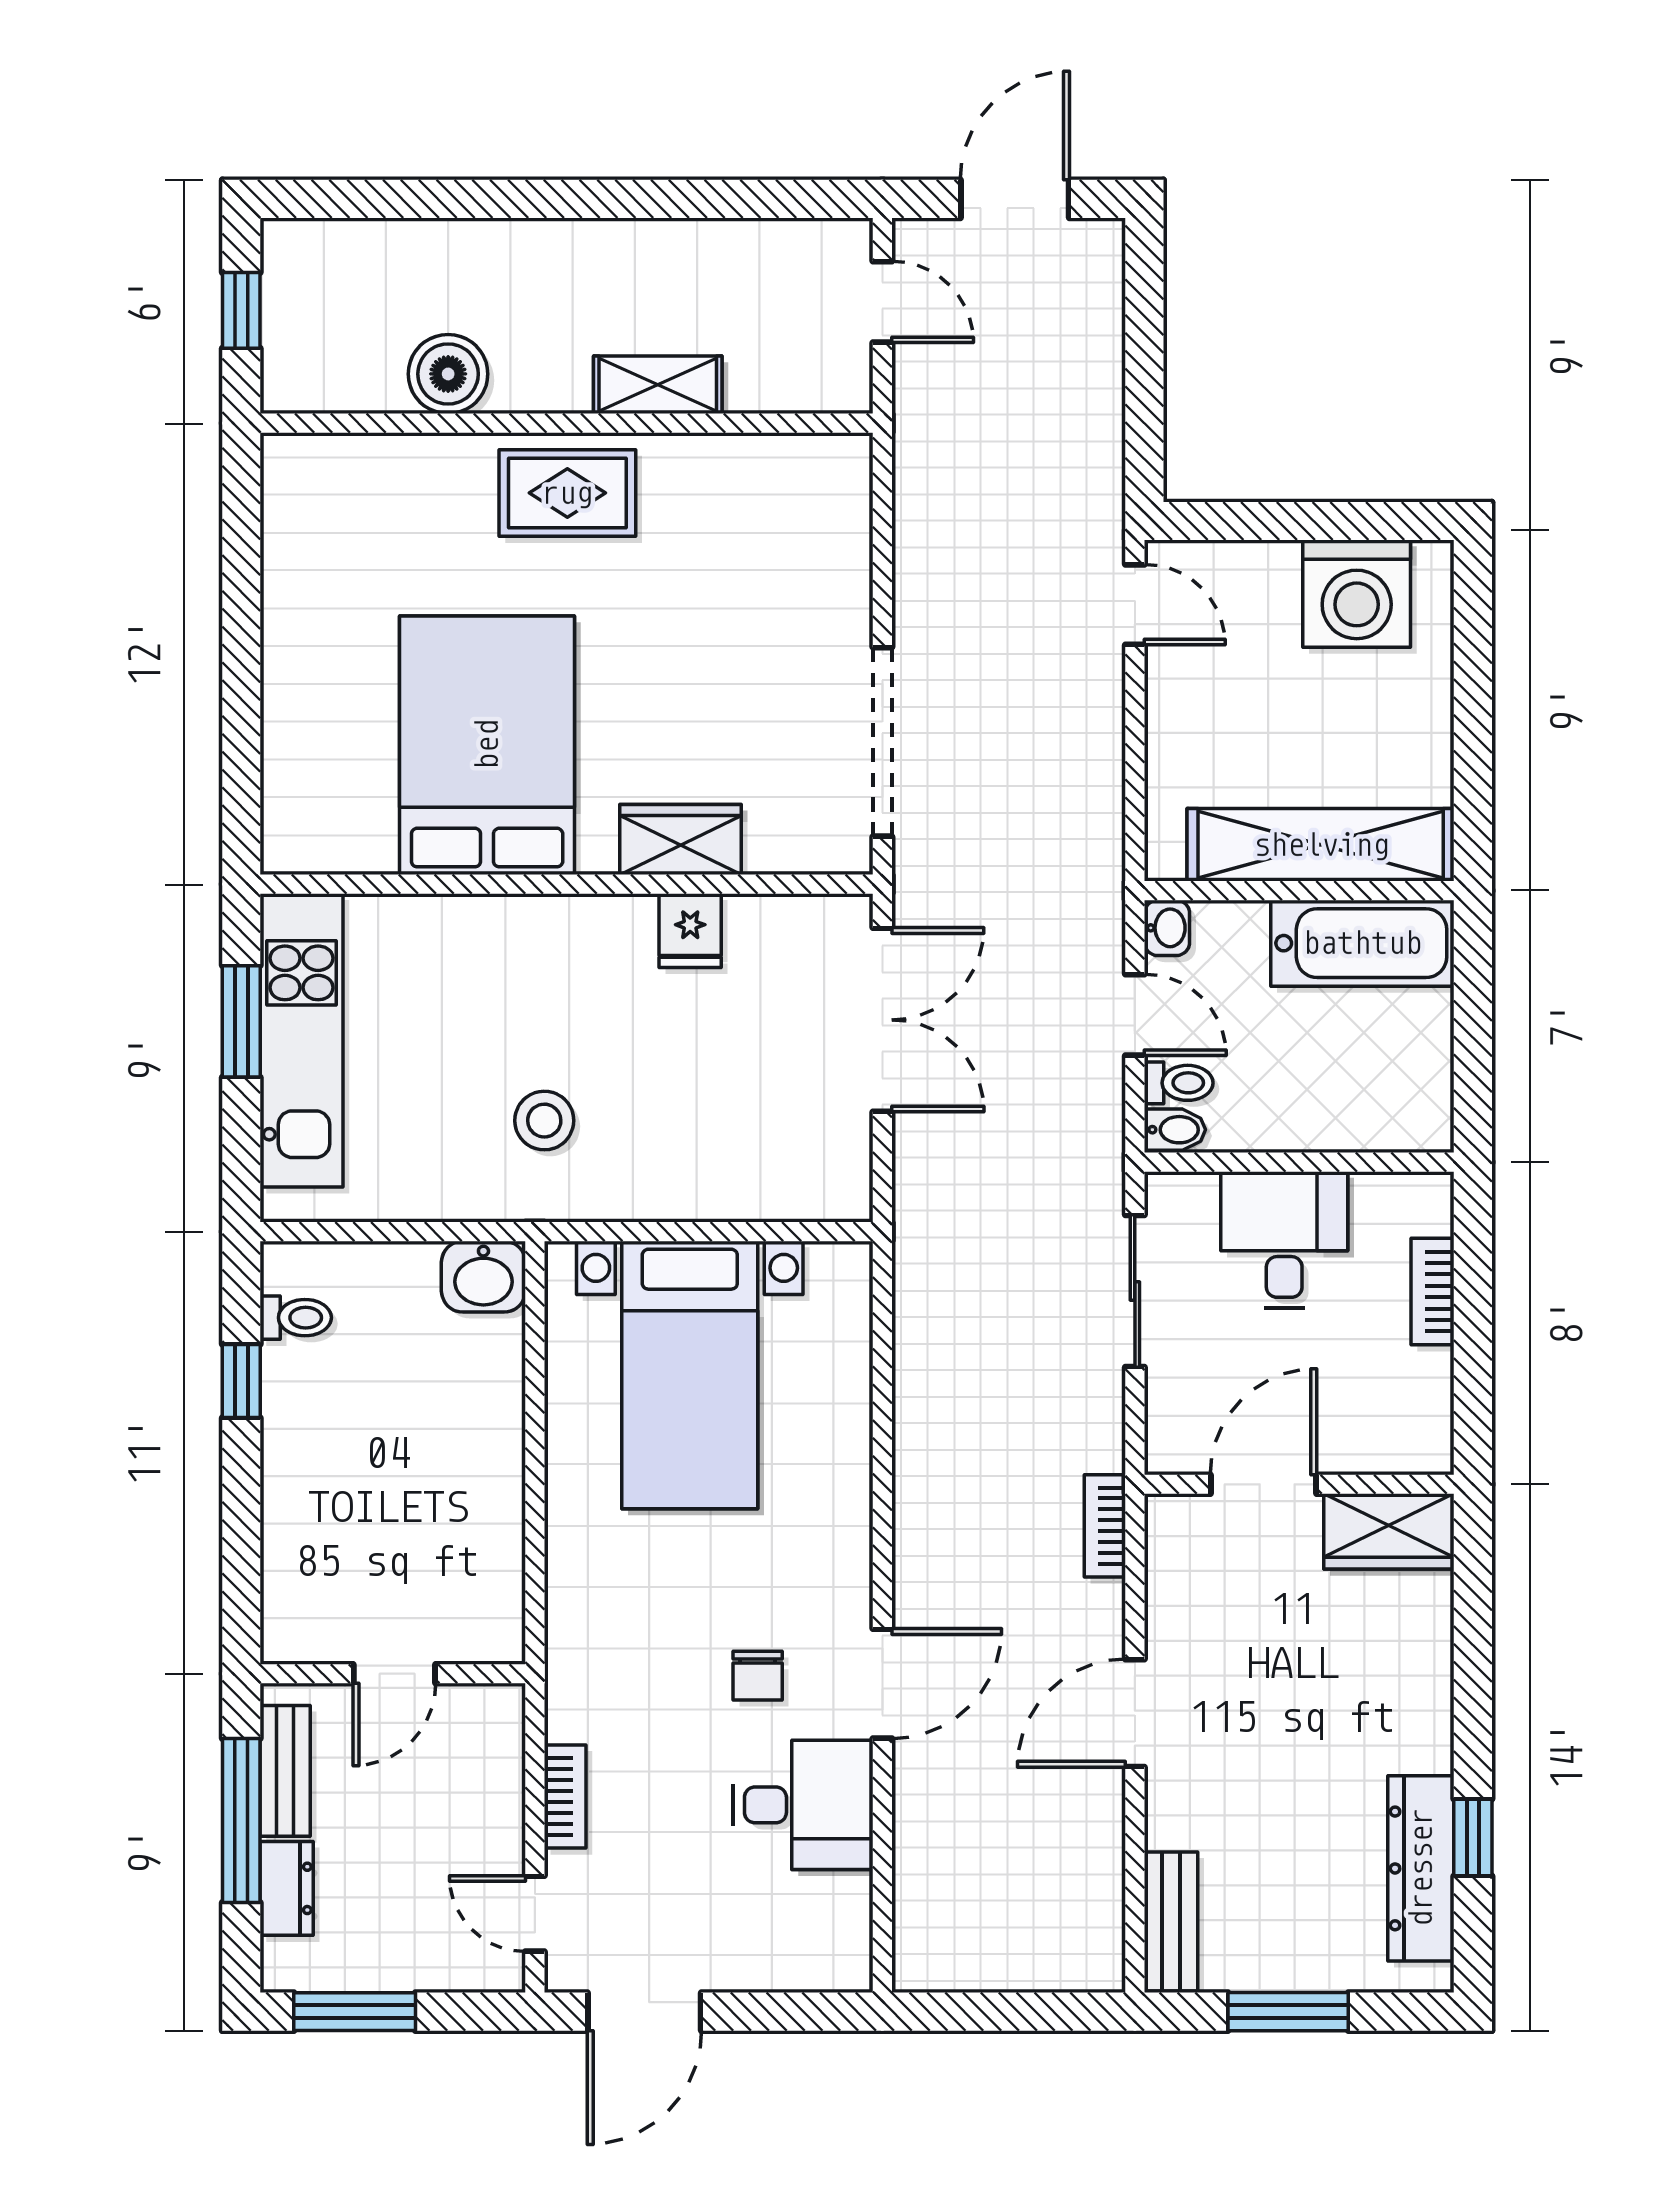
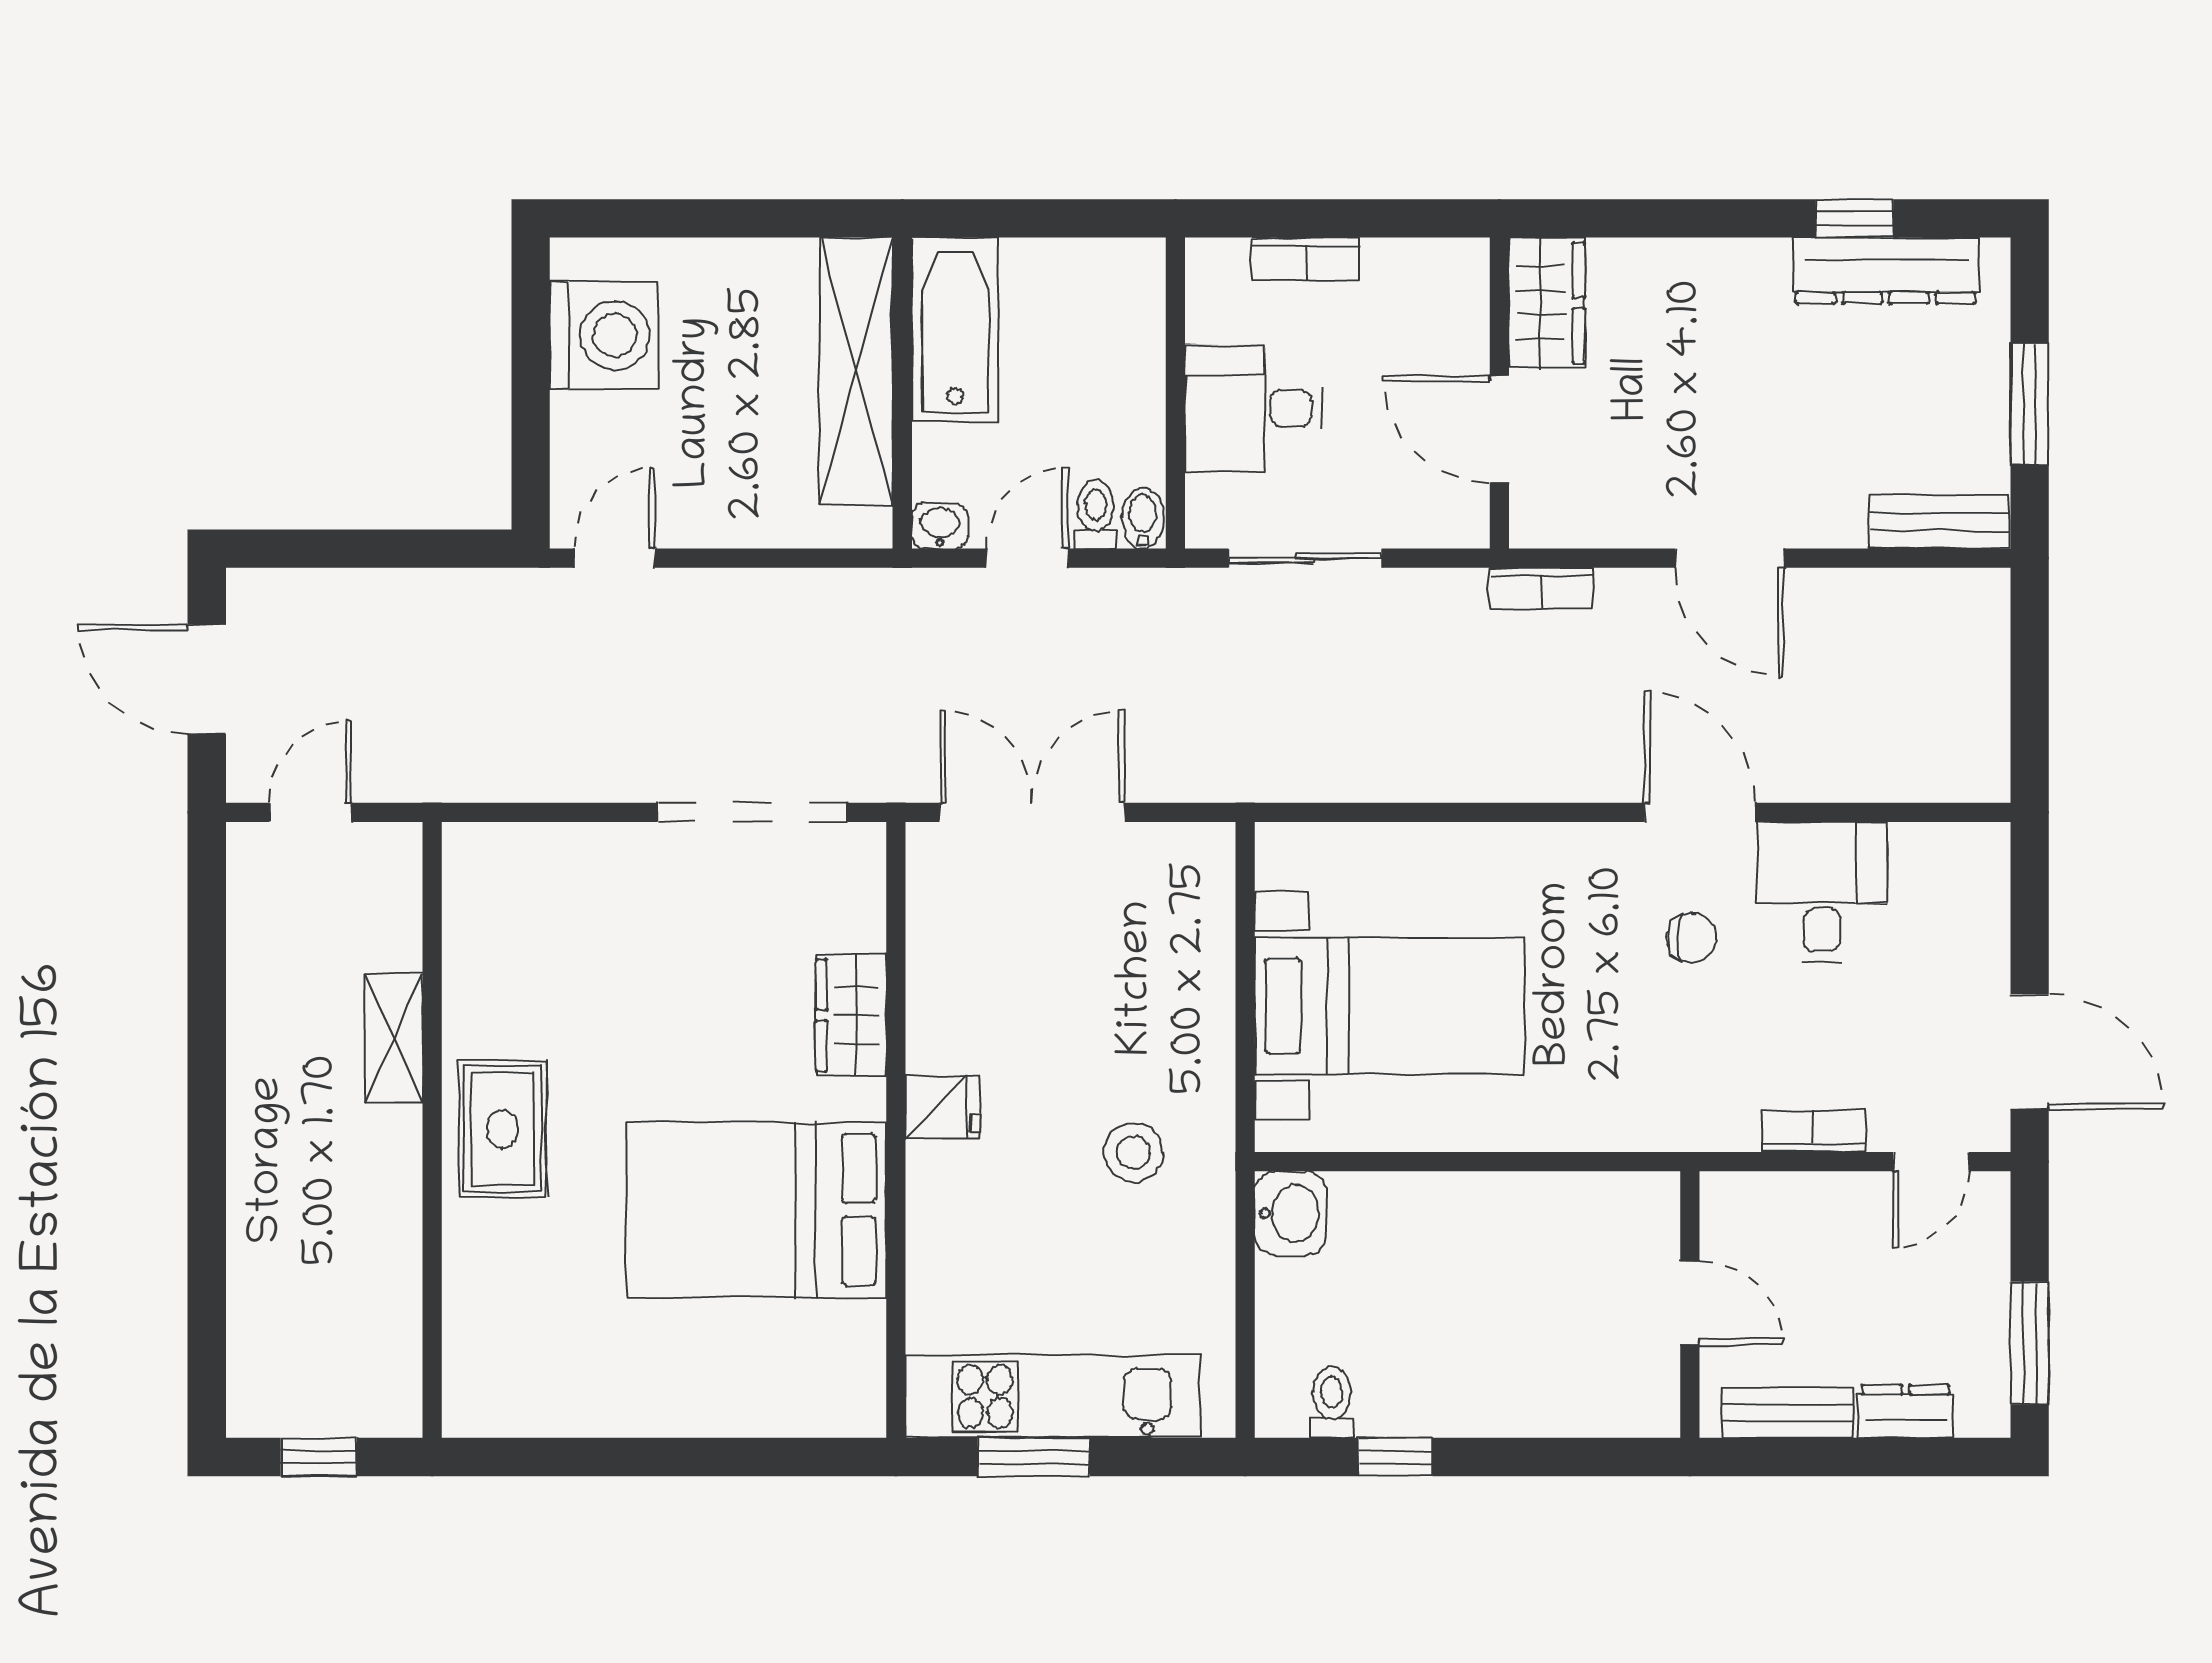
boiler: (448, 374) -> (383, 1249), removed
fridge: (690, 931) -> (943, 1107), moved
window: (241, 1820) -> (1837, 1457), removed

